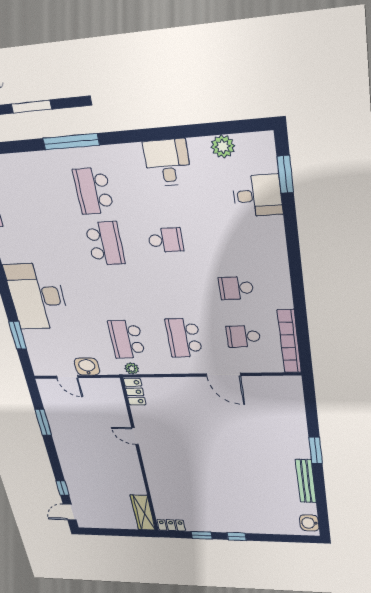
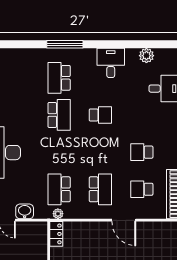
window: (71, 142) -> (65, 44), moved
school desk: (184, 338) -> (100, 189), turned 180

